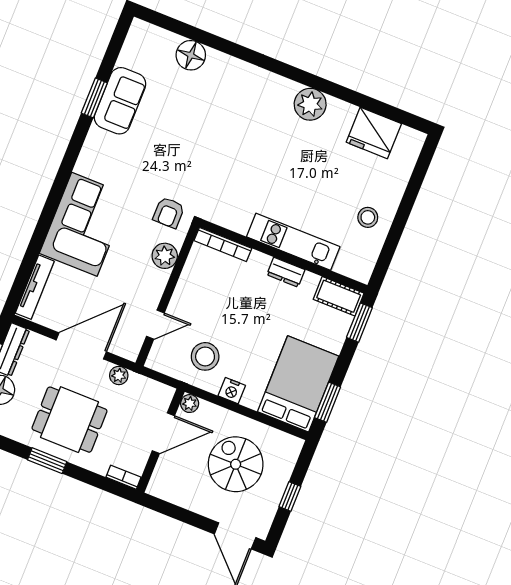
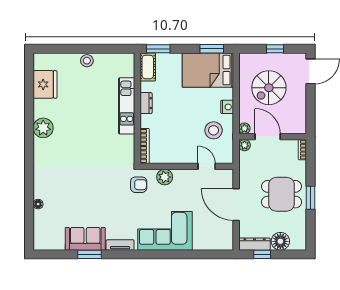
floor lamp: (191, 55) -> (38, 204), width x0.53, depth x0.53
stool: (368, 217) -> (87, 61), moved
tv unit: (35, 287) -> (120, 245), moved, width x0.71
plant: (119, 375) -> (245, 145), moved
dining table: (70, 420) -> (281, 194), turned 90

